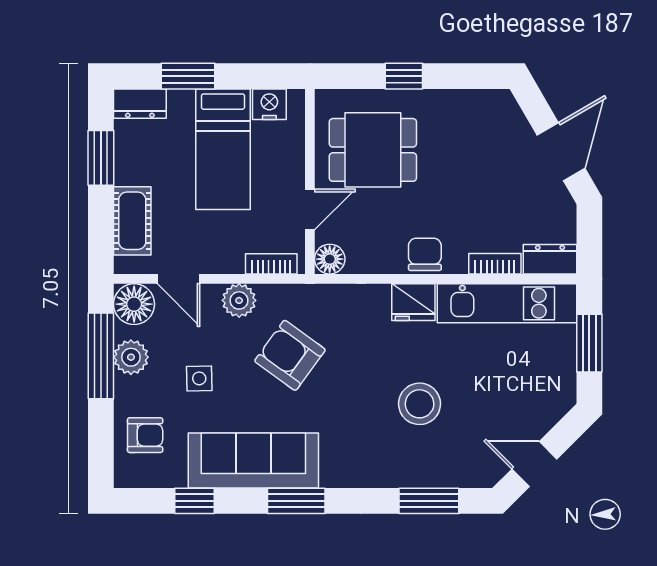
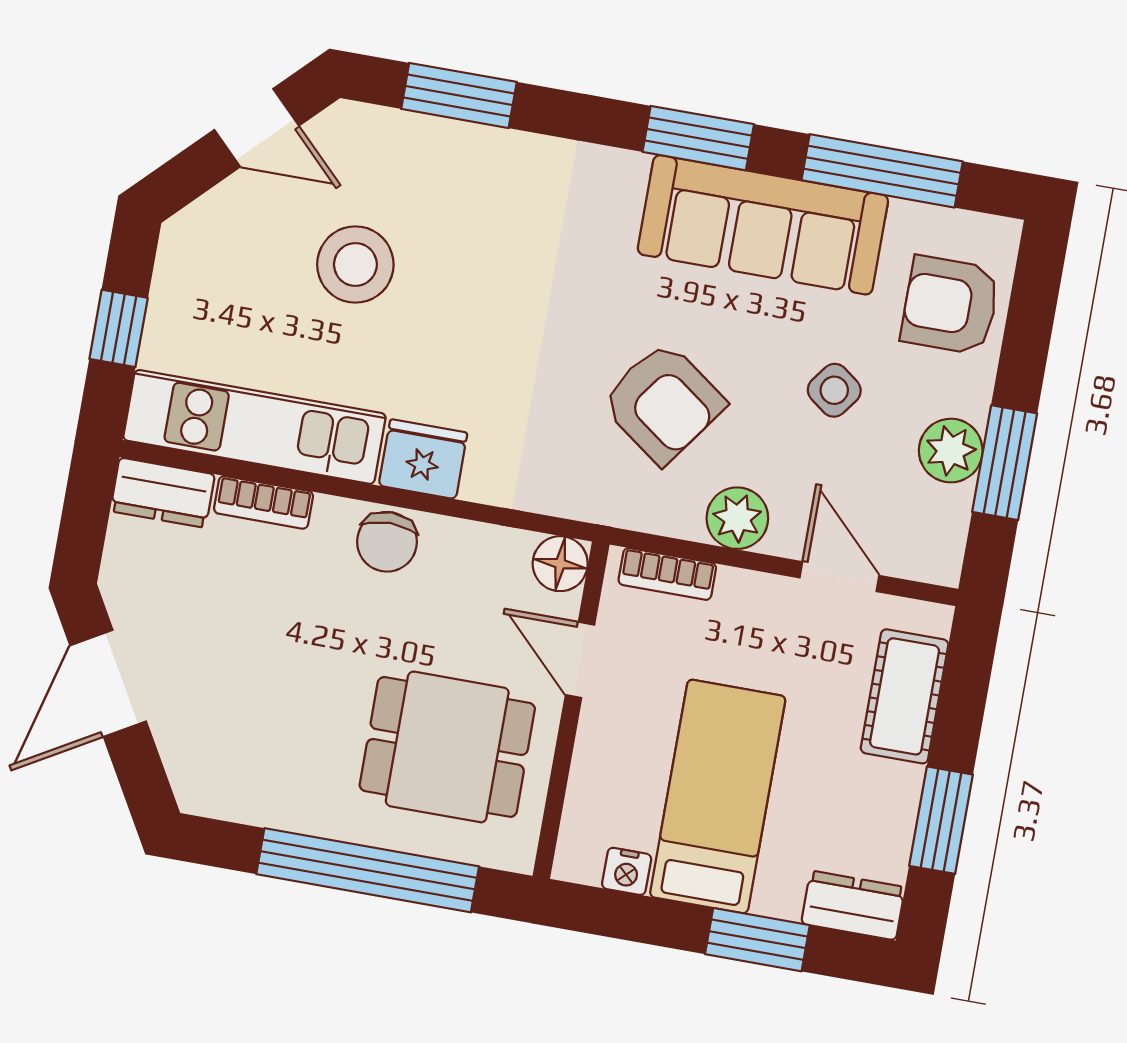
window: (404, 76) -> (368, 870), width x3.17
nightstand: (269, 104) -> (627, 871), width x0.72, depth x0.74
door: (310, 209) -> (580, 660), hinge flipped
floor lamp: (134, 304) -> (928, 545), removed
window: (589, 343) -> (119, 328), width x0.67
window: (101, 356) -> (1005, 463), width x0.69
side table: (199, 378) -> (834, 390), turned 38
stool: (420, 404) -> (355, 265), moved
armchair: (145, 435) -> (950, 305), width x1.38, depth x1.38
window: (195, 501) -> (882, 171), width x2.17

